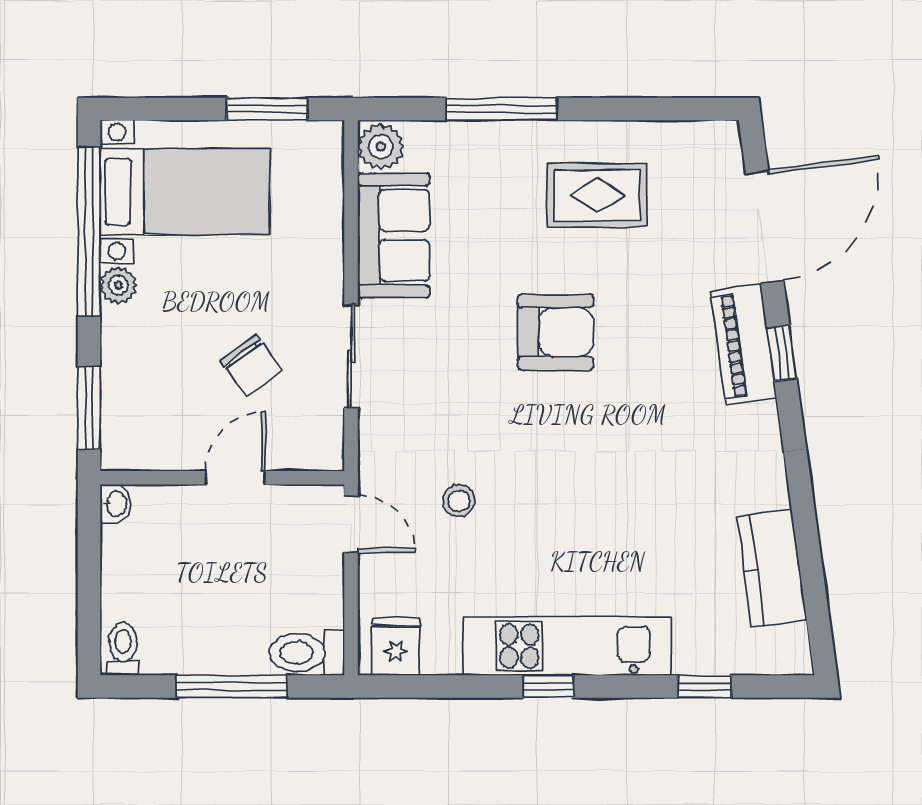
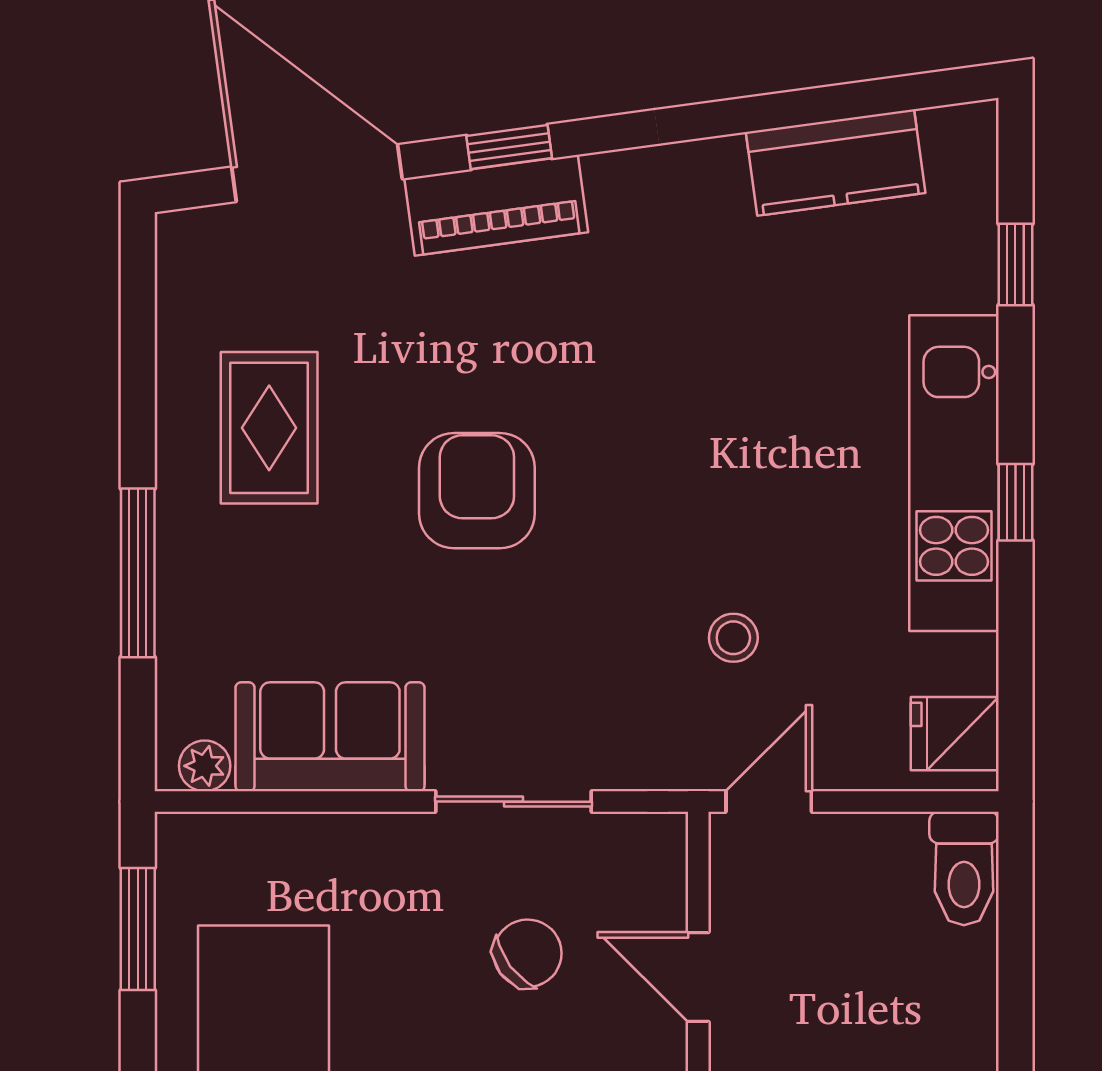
plant: (381, 147) -> (205, 766), width x0.73, depth x0.73
window: (232, 687) -> (1015, 983), removed

